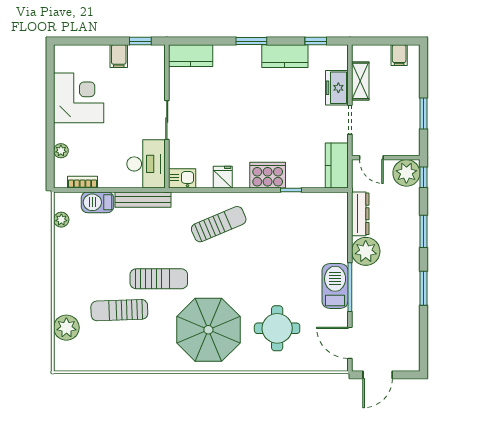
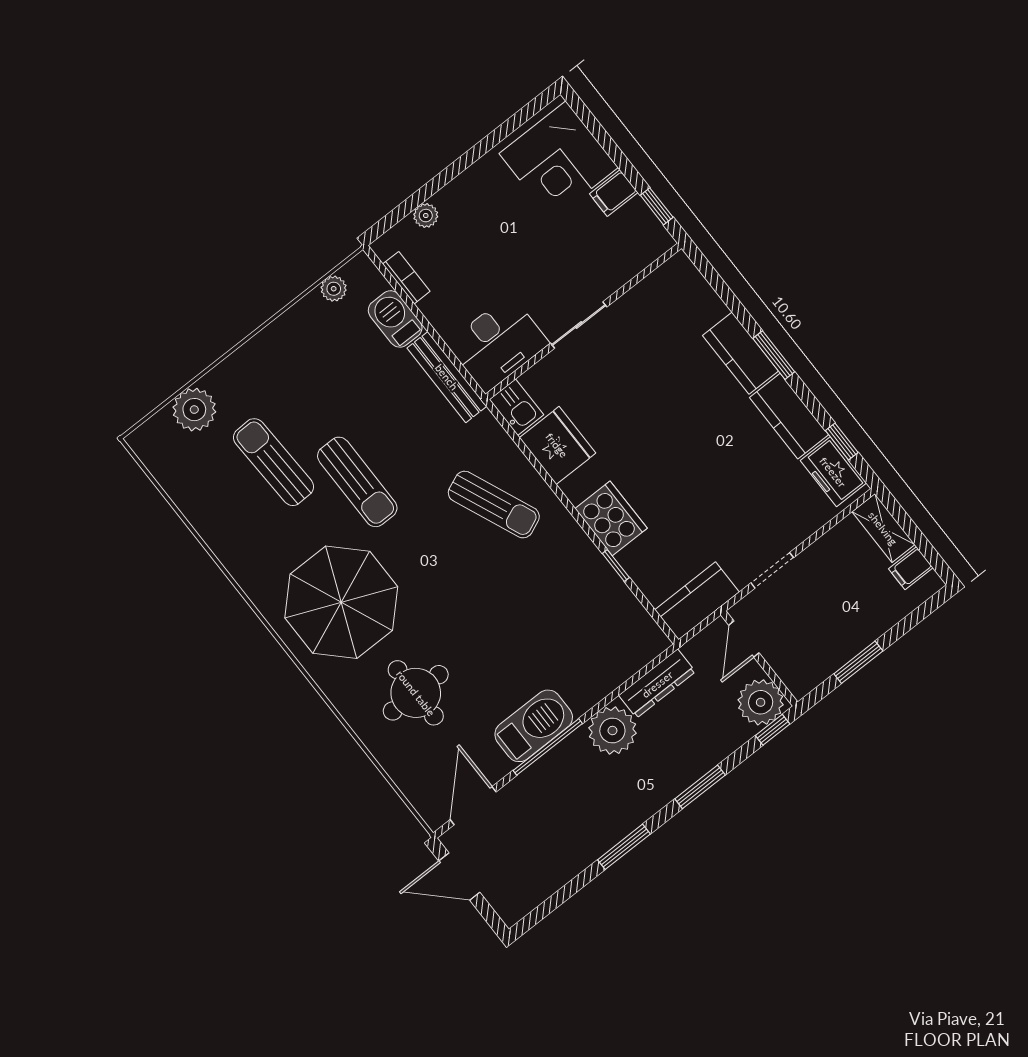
kitchen counter: (191, 56) -> (741, 353), moved
shelving: (360, 81) -> (883, 528), moved, turned 90
freezer: (337, 88) -> (833, 472), moved, turned -90
corner desk: (79, 98) -> (559, 161), moved, turned 90
fridge: (223, 177) -> (557, 445), width x1.88, depth x1.34

